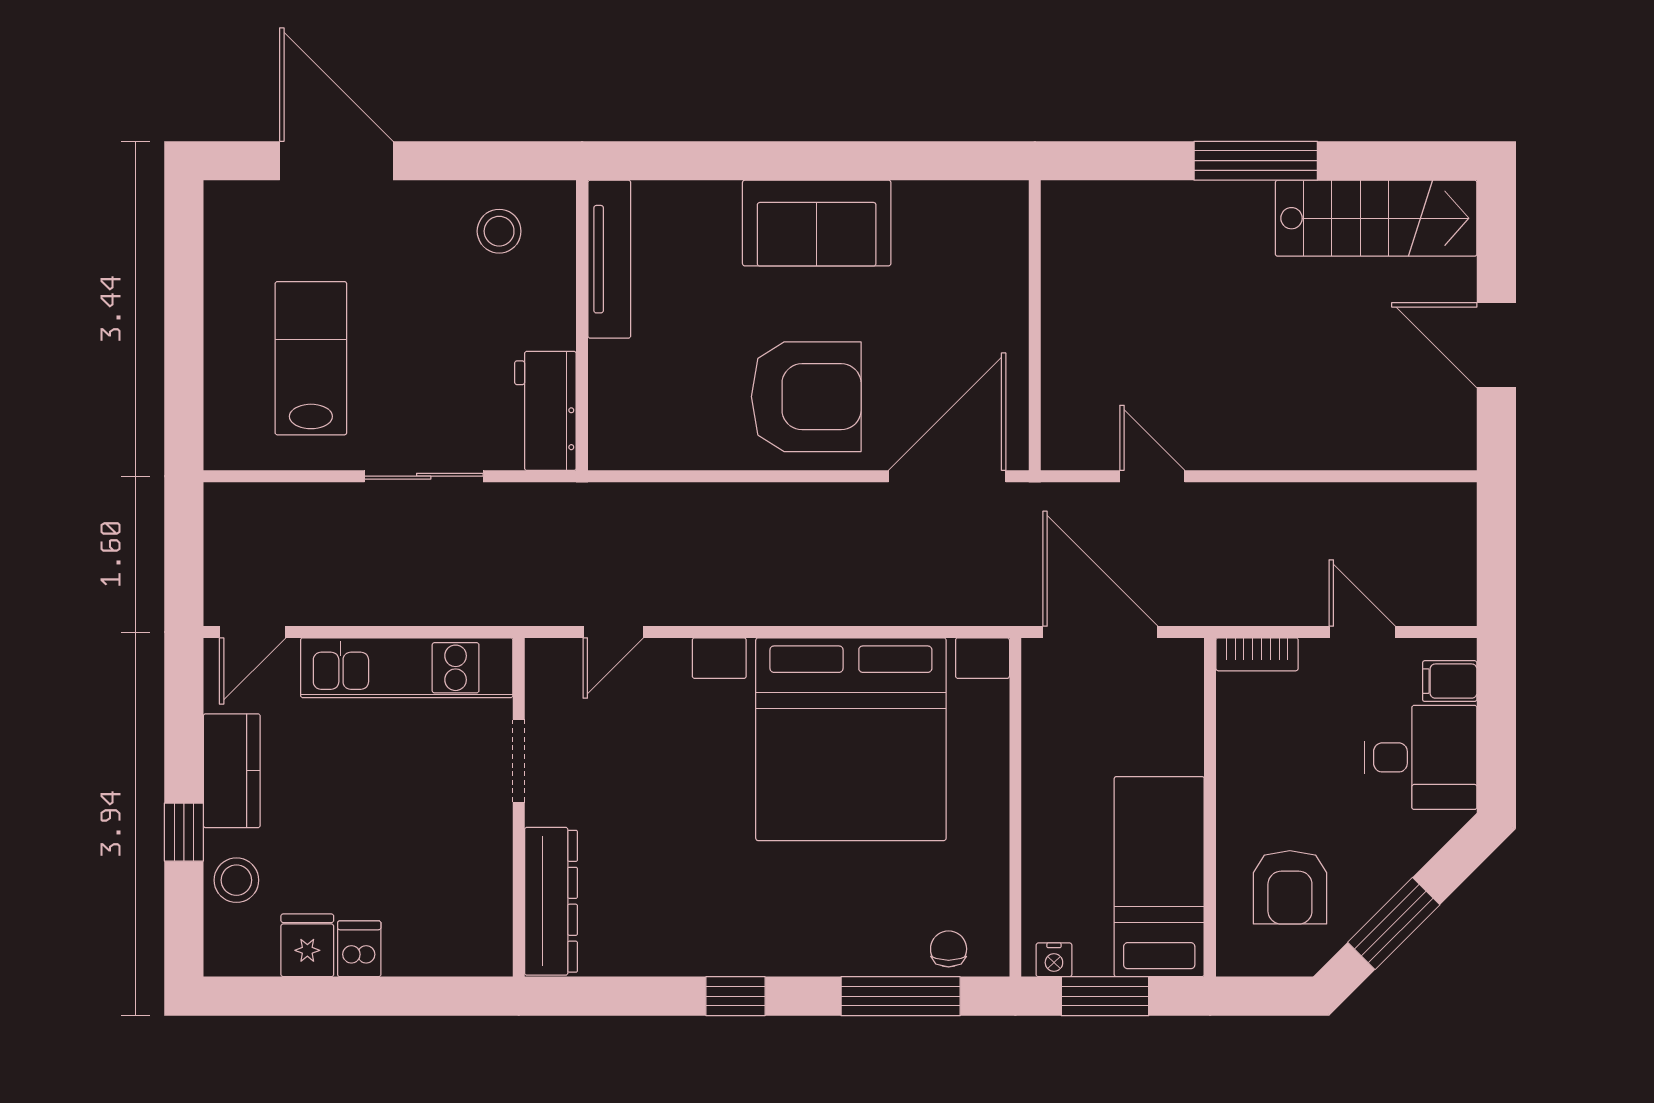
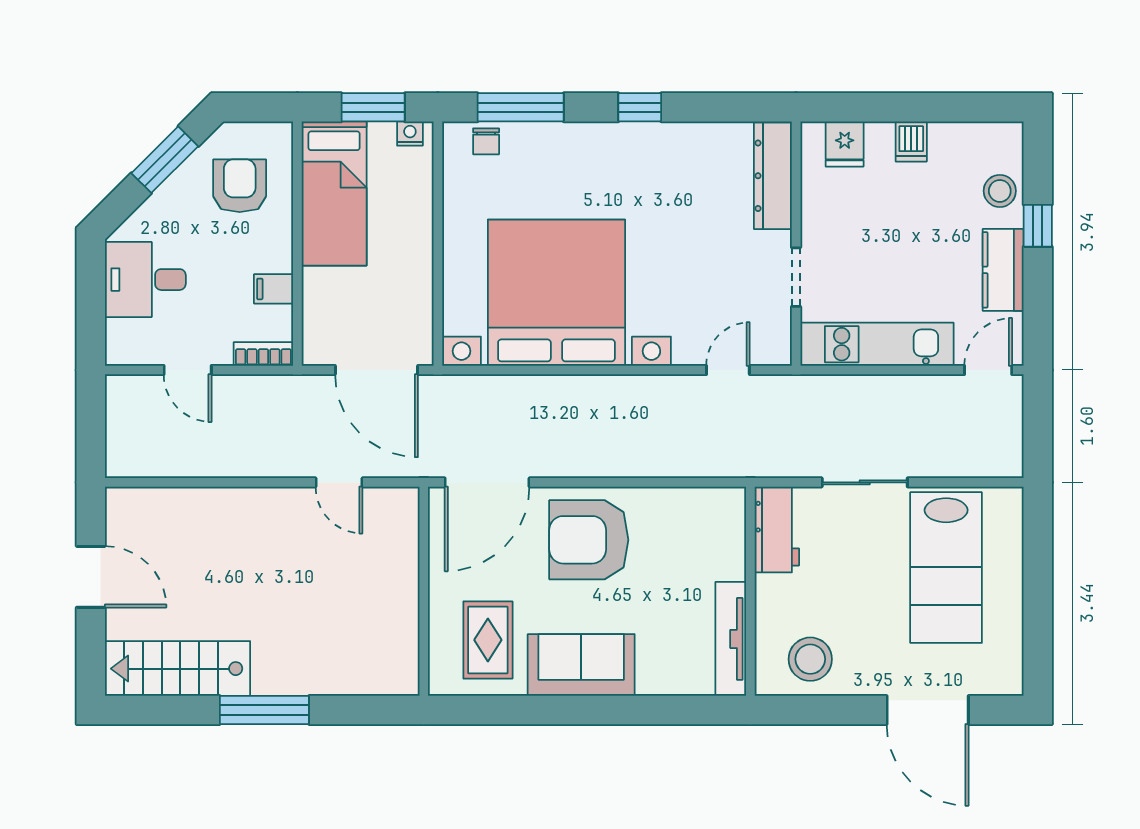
stool: (499, 231) -> (810, 659), width x1.38, depth x1.38
rug: (946, 258) -> (488, 640), added
lab bench: (311, 358) -> (946, 568), width x1.36, depth x1.39
filing cabinet: (1450, 681) -> (273, 289), moved, turned 180
fridge: (307, 945) -> (845, 144), moved

